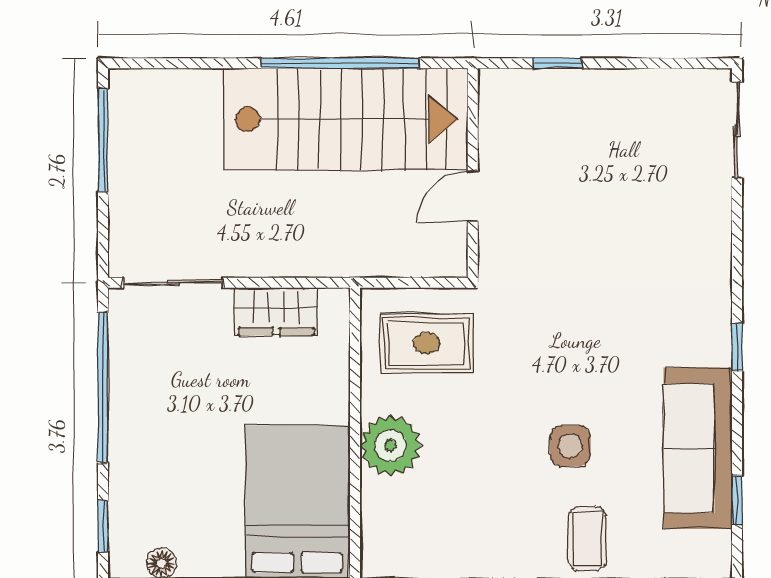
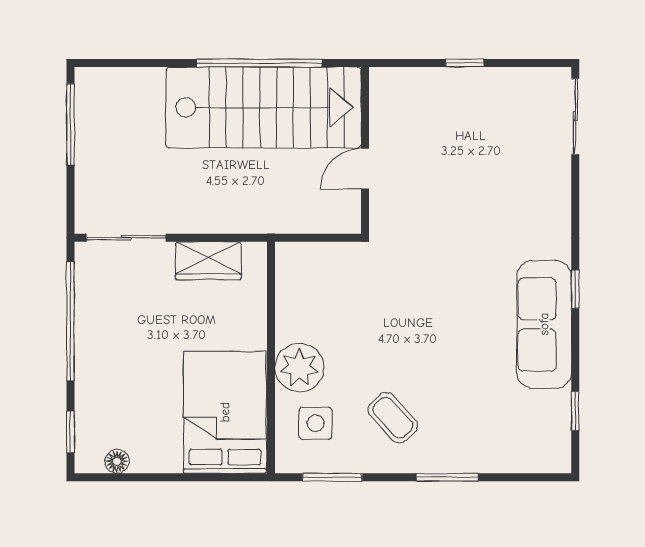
window: (557, 63) -> (465, 63), moved
rug: (427, 343) -> (328, 286), removed
side table: (570, 446) -> (315, 423), moved
sofa: (698, 448) -> (544, 324), moved
coffee table: (587, 539) -> (393, 418), moved, turned -43

